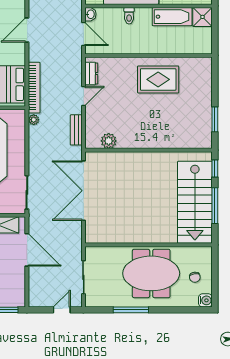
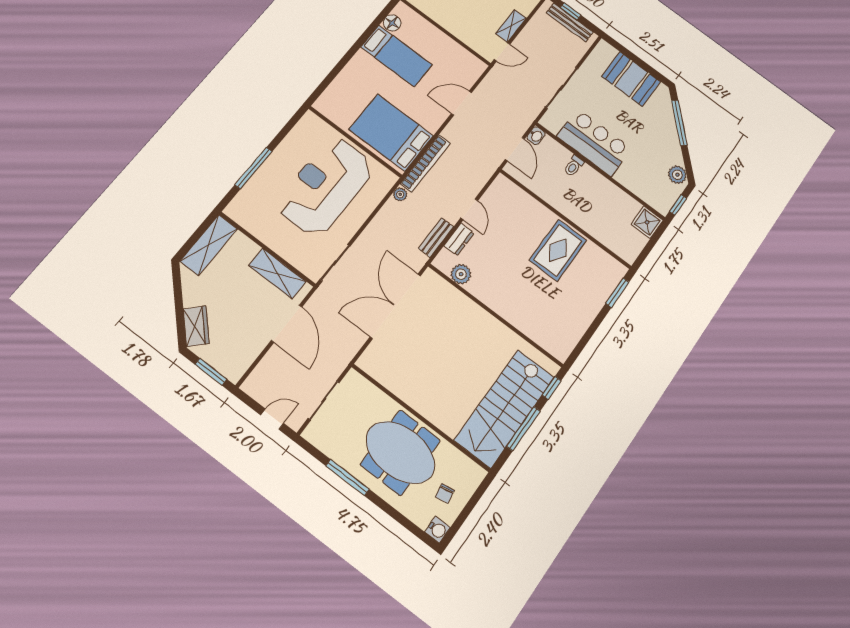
bathtub: (172, 17) -> (616, 199), removed
dresser: (91, 73) -> (459, 239), moved
rug: (158, 79) -> (558, 250), turned 90
door: (83, 96) -> (469, 209), hinge flipped
window: (215, 119) -> (617, 293), moved

